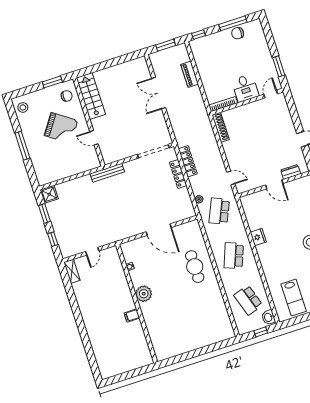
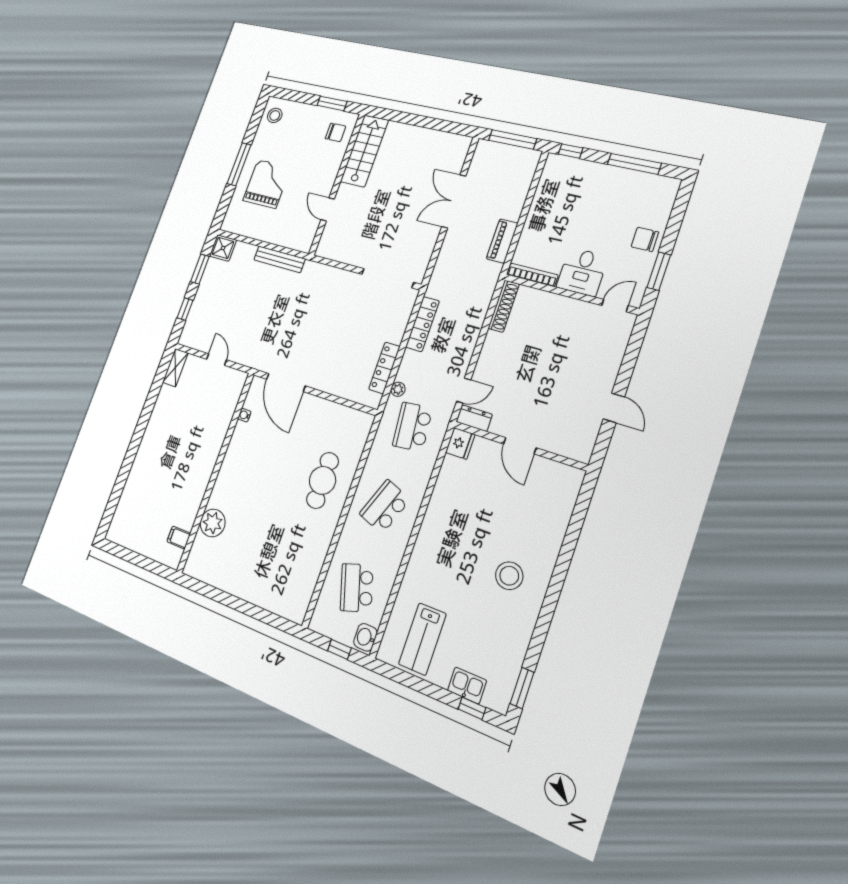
chair: (238, 33) -> (645, 239), moved
window: (166, 45) -> (513, 139), width x1.44
piano: (190, 74) -> (502, 241), moved
grand piano: (61, 128) -> (267, 184), moved, turned -125
dresser: (291, 172) -> (474, 418), moved
bench: (107, 173) -> (279, 259), moved
locker: (178, 174) -> (384, 368), moved
door: (231, 178) -> (464, 391), hinge flipped
school desk: (219, 211) -> (412, 427), turned -30
door: (159, 230) -> (286, 383), moved
fridge: (258, 237) -> (460, 443), moved
door: (92, 251) -> (217, 359), swing flipped
plant: (144, 294) -> (213, 523), moved
filing cabinet: (132, 315) -> (179, 538), moved

